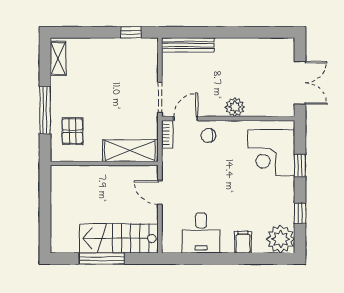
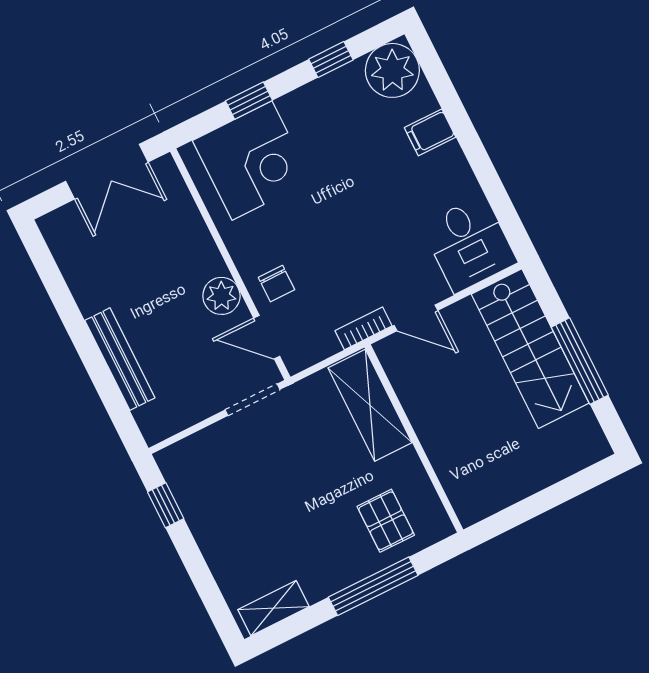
bench: (188, 45) -> (120, 359), moved
double door: (300, 83) -> (107, 172), swing flipped
plant: (235, 107) -> (221, 296), moved
pallet: (73, 131) -> (386, 521), turned 90
bookcase: (167, 134) -> (364, 328), moved
door: (160, 192) -> (416, 318), hinge flipped
desk: (201, 233) -> (469, 244), moved, turned 90

